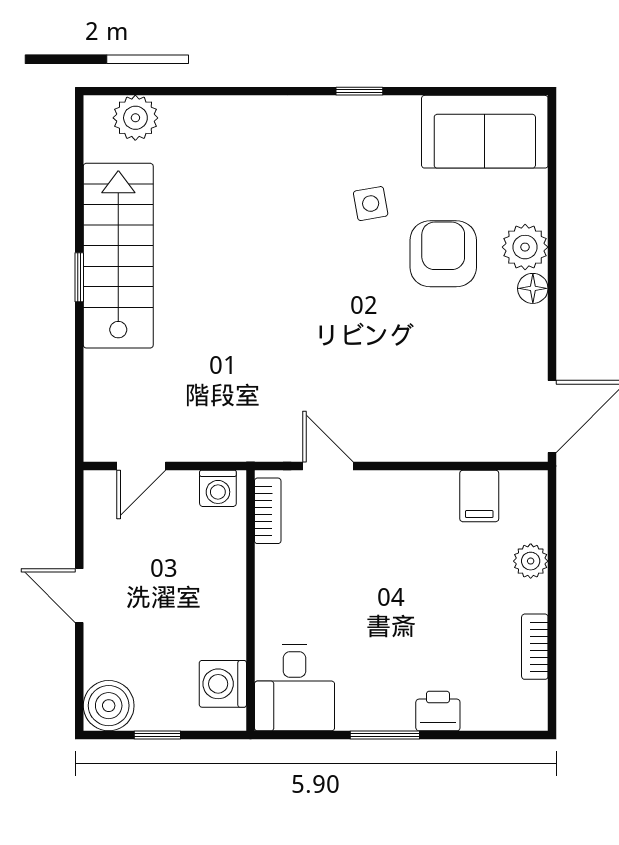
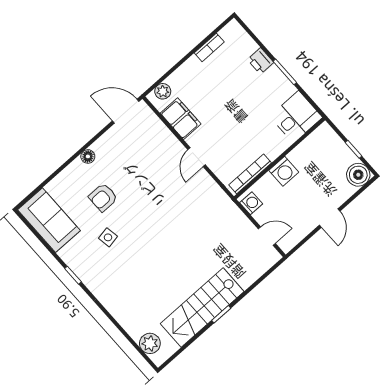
plant: (525, 247) -> (76, 172), removed
armchair: (443, 254) -> (103, 197), width x0.72, depth x0.72
door: (328, 466) -> (197, 157), moved
filing cabinet: (479, 496) -> (181, 119), width x2.00
bookcase: (268, 511) -> (250, 174), width x1.56
plant: (531, 561) -> (163, 91), moved
washing machine: (223, 684) -> (284, 171), moved

